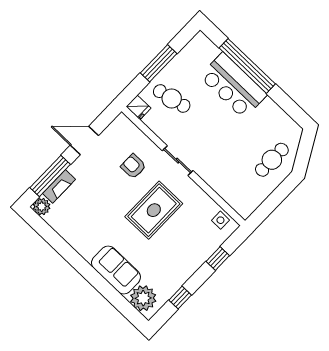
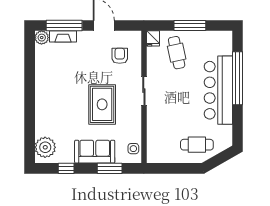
bar counter: (233, 86) -> (218, 90), width x1.36
armchair: (133, 166) -> (120, 56), moved
rug: (154, 210) -> (102, 104), turned 90
window: (218, 259) -> (110, 168), width x1.50
sofa: (116, 270) -> (95, 152), moved, turned -90

